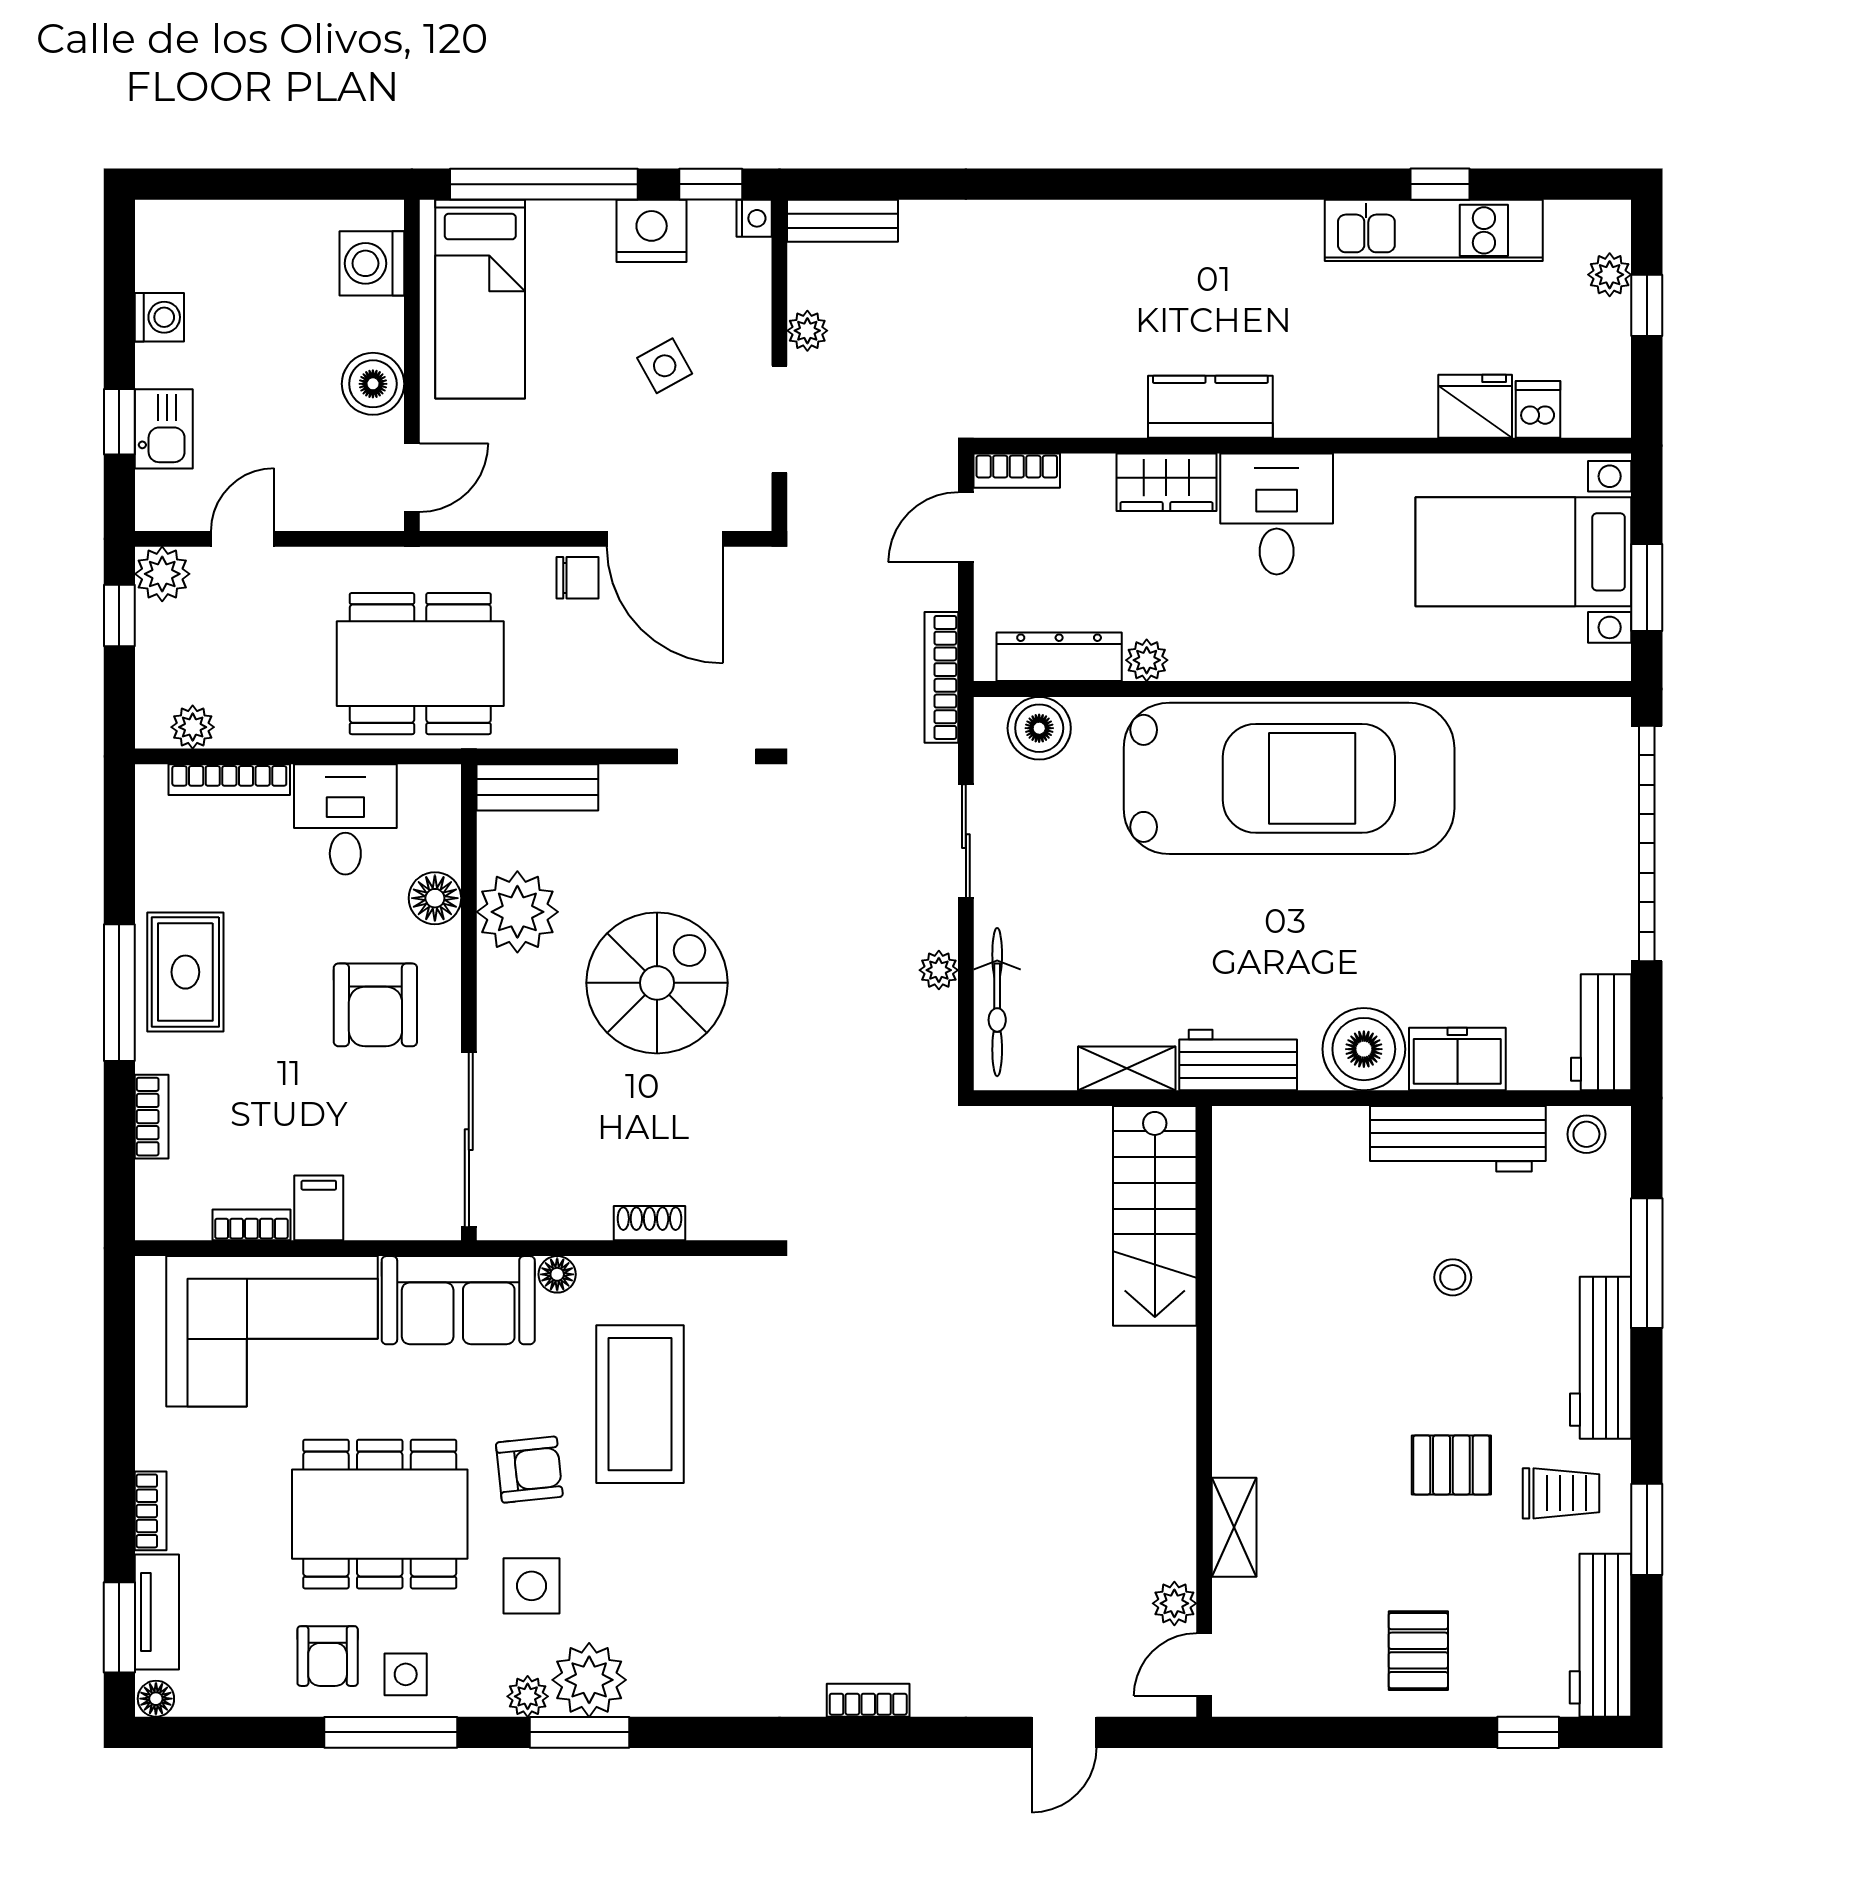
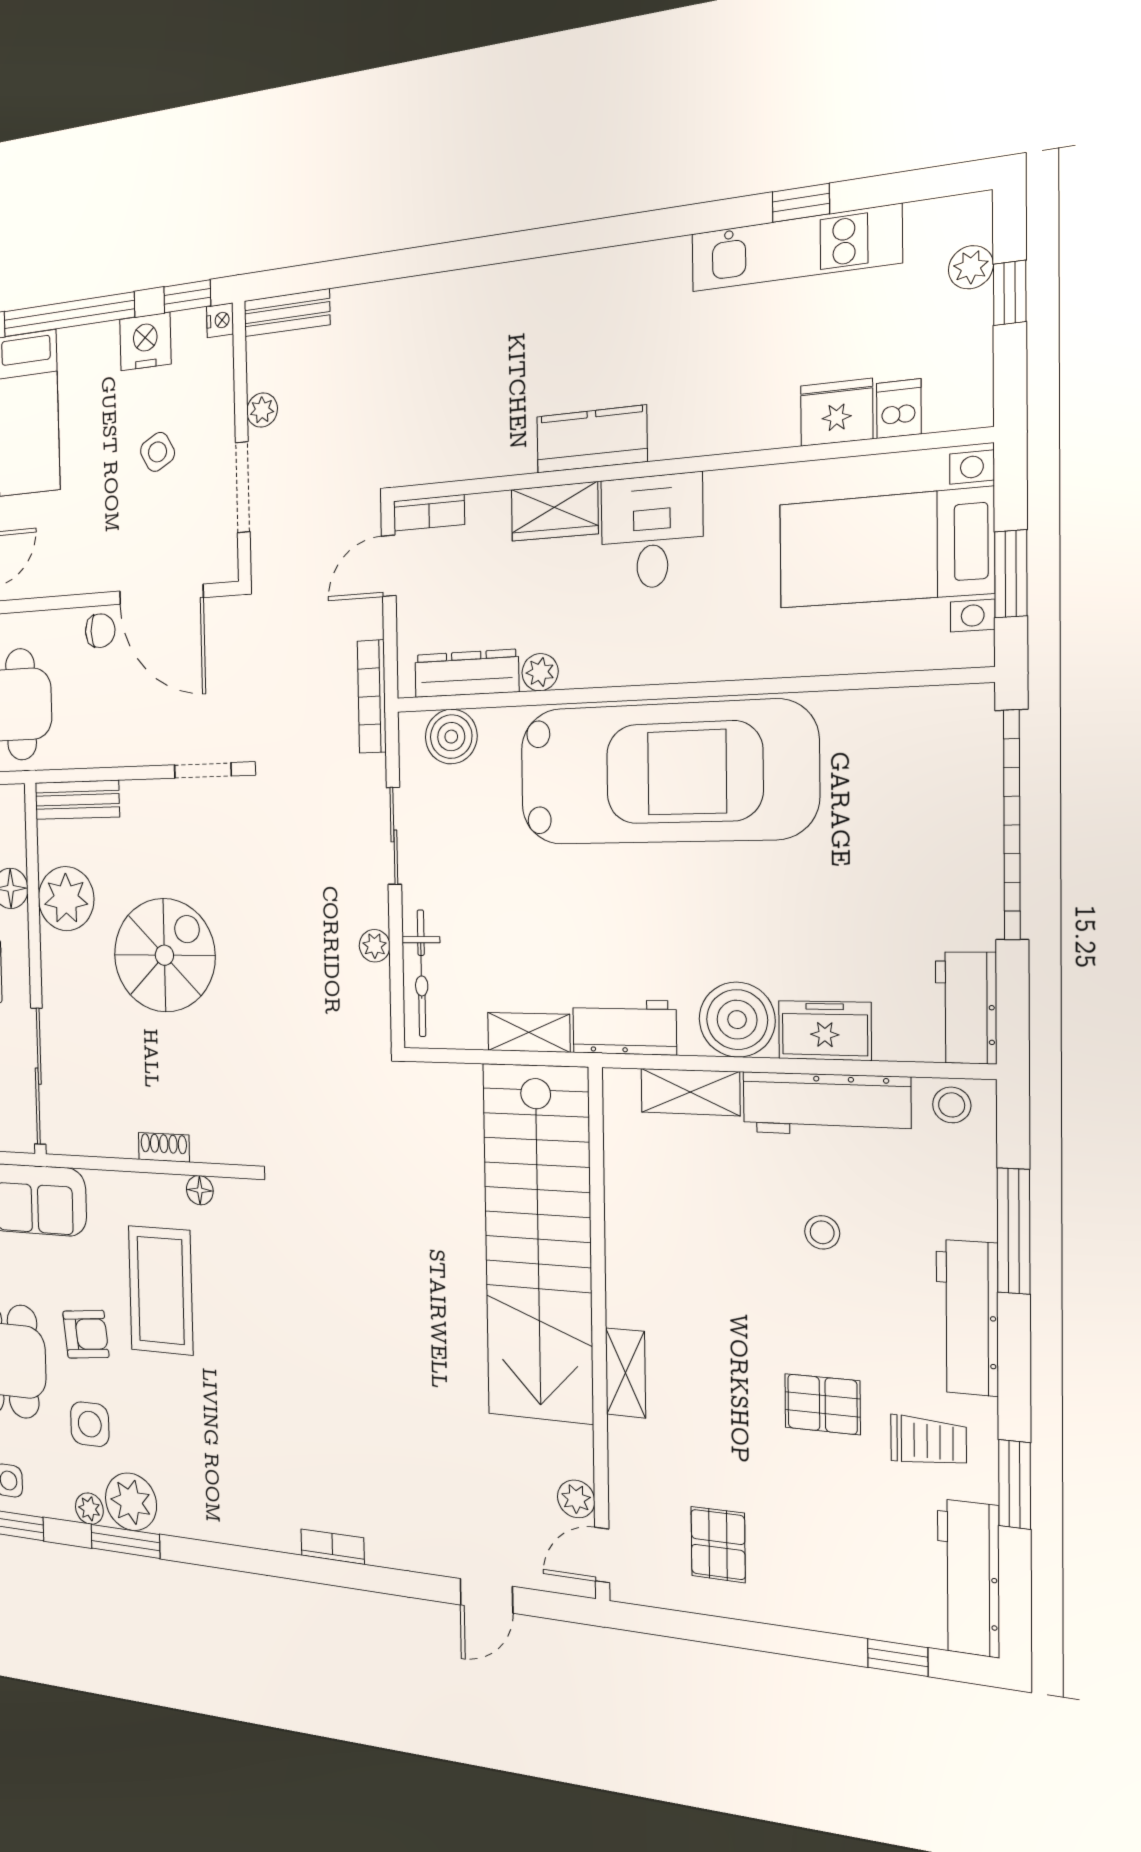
shelving: (1311, 1130) -> (690, 1092), added
stairs: (1155, 1216) -> (538, 1243), width x1.86, depth x1.51
floor lamp: (557, 1274) -> (200, 1190), moved
shelving: (1234, 1527) -> (625, 1373), moved
pallet: (1418, 1651) -> (718, 1544), moved

